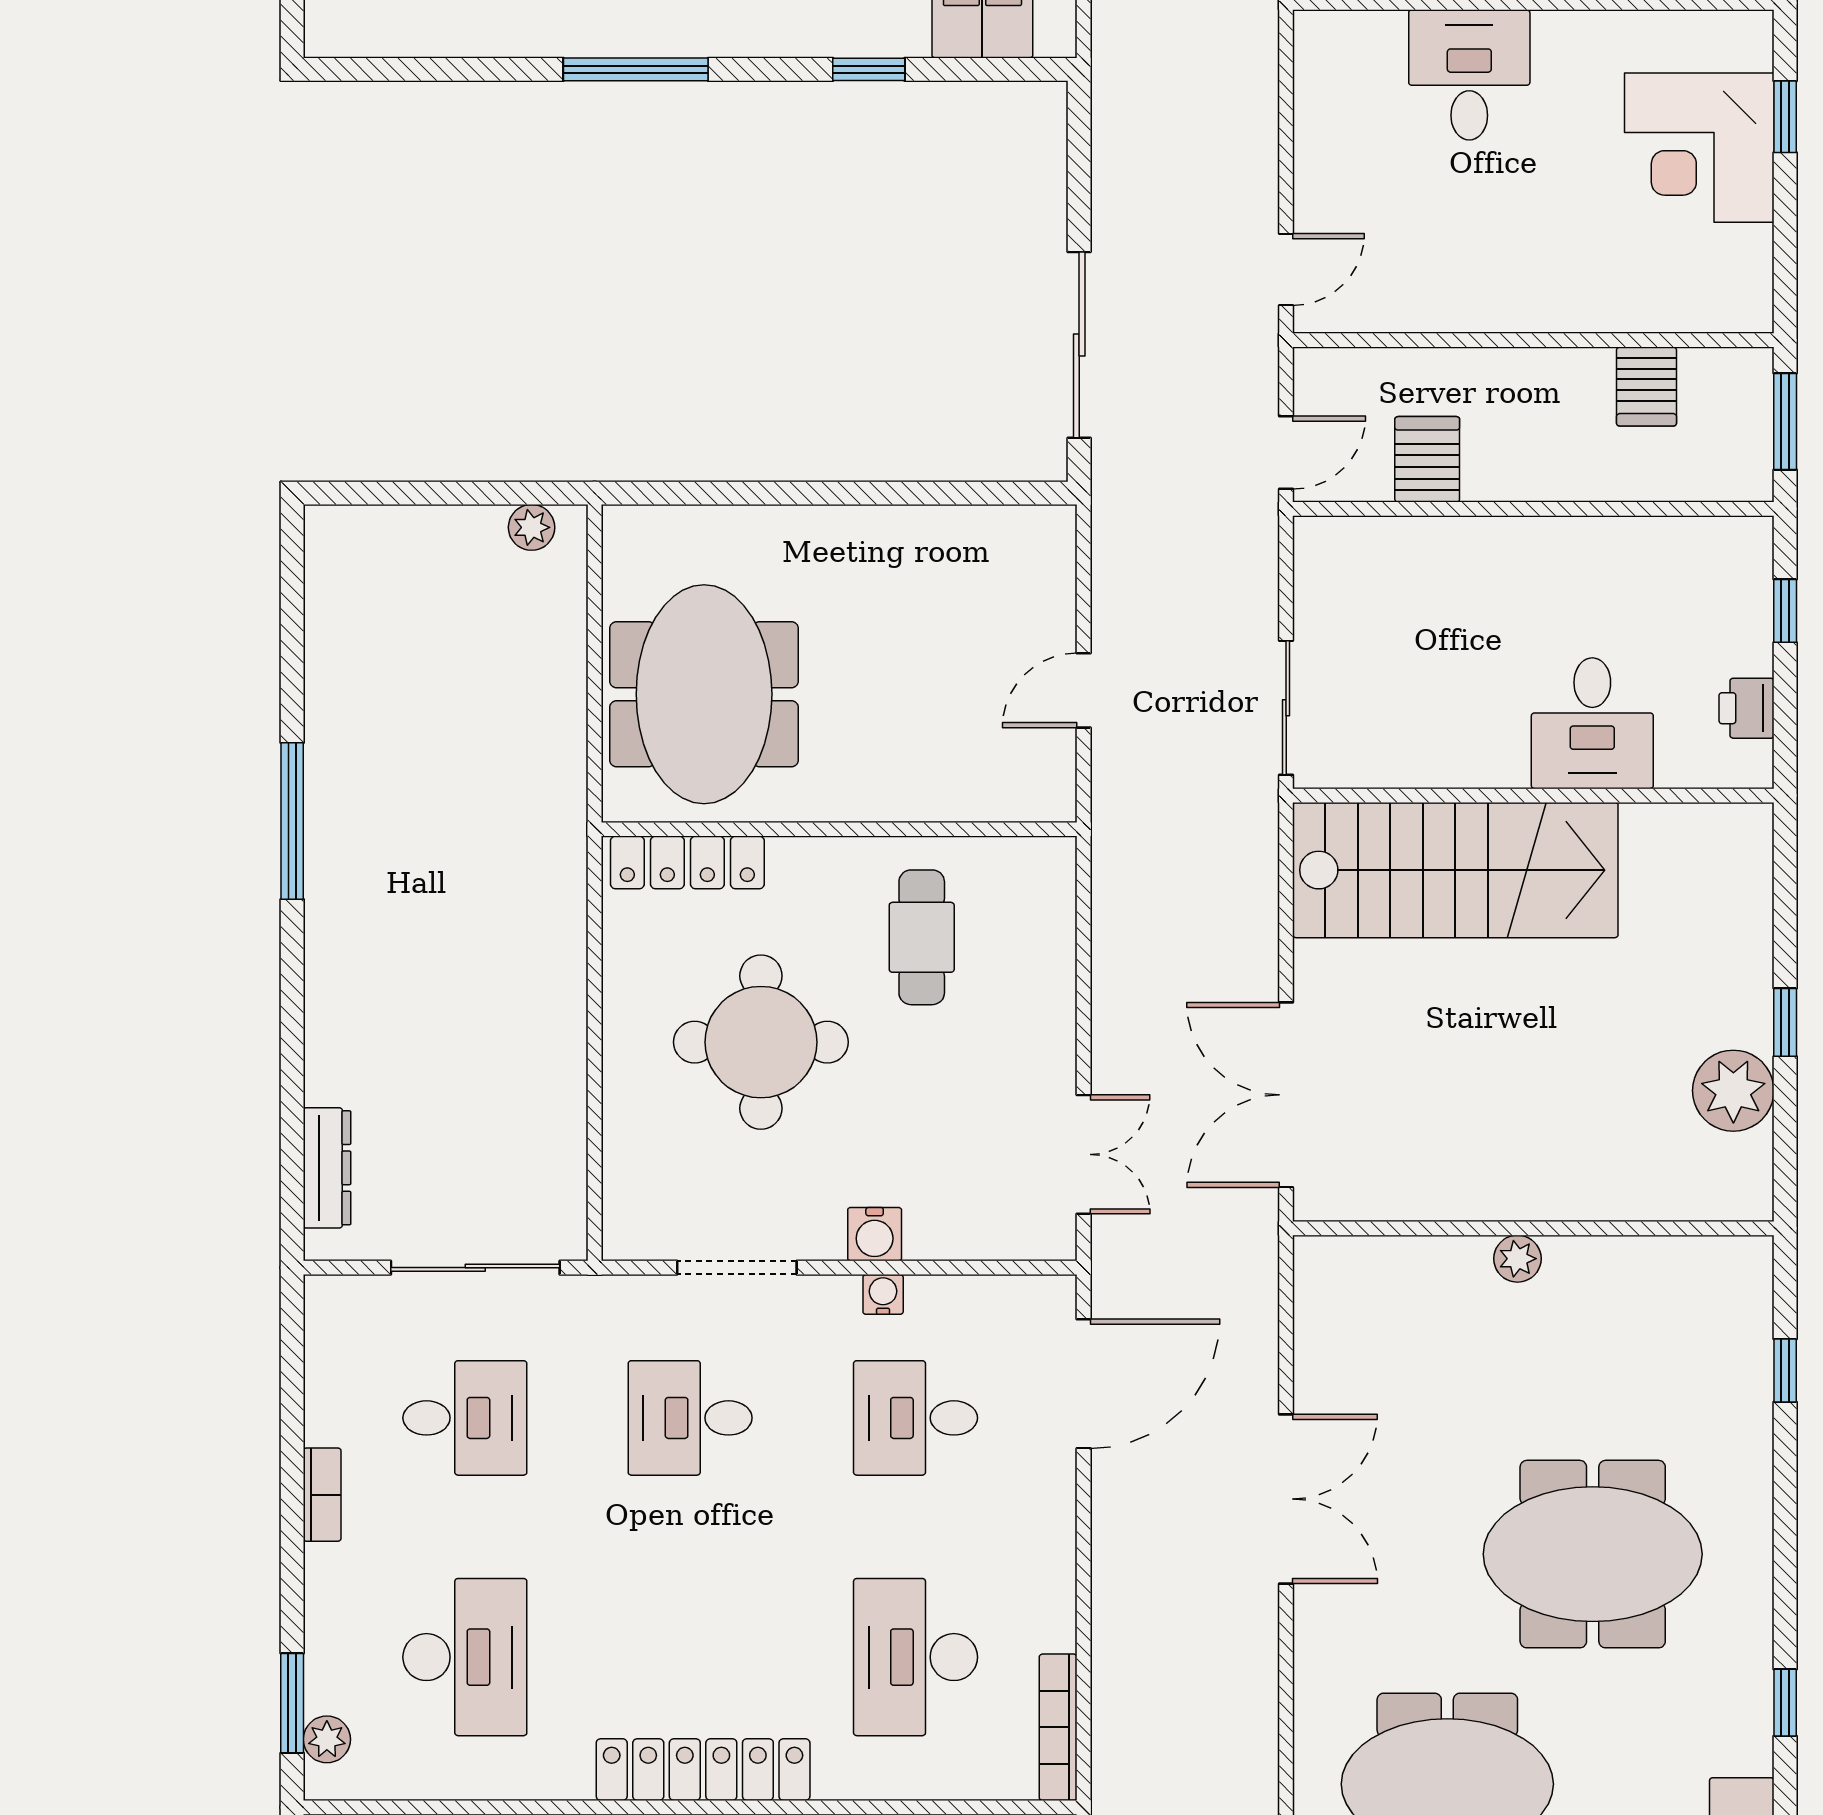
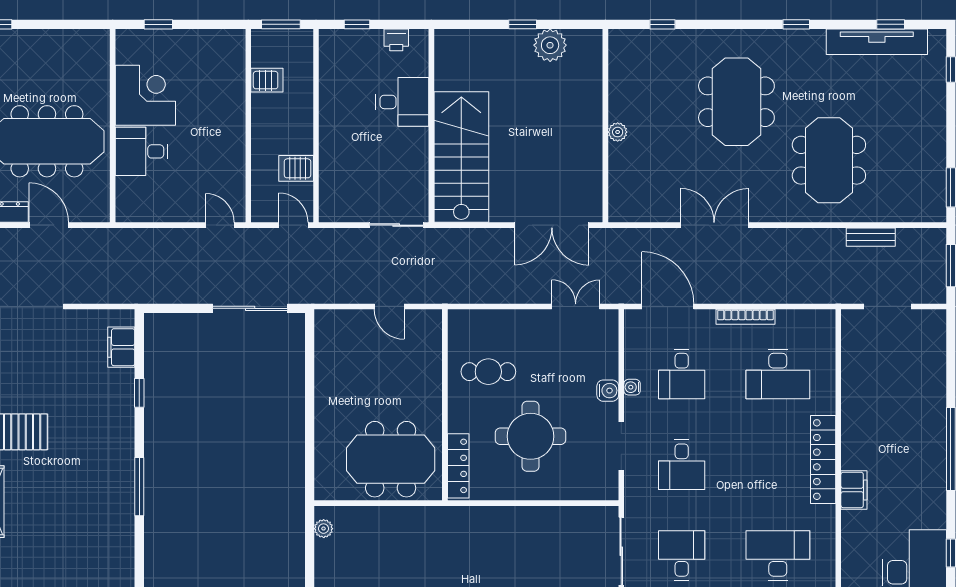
corner desk: (1699, 148) -> (145, 95), moved, turned -90
bookcase: (1058, 1727) -> (746, 317), moved

